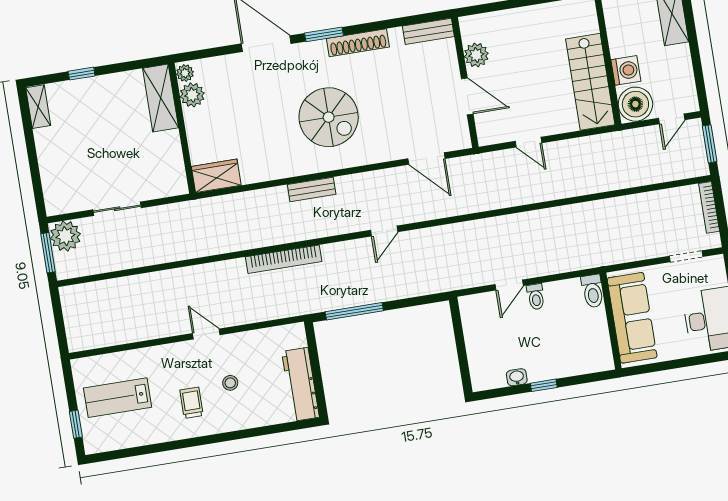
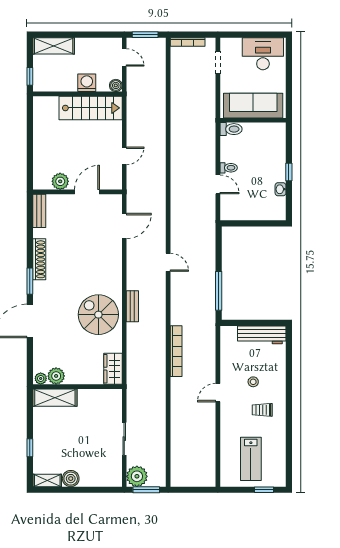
boiler: (635, 104) -> (116, 85), width x0.54, depth x0.54
spiral stairs: (329, 117) -> (98, 315), moved, turned -90
boiler: (47, 140) -> (71, 479), added
bookcase: (284, 259) -> (176, 351), moved

